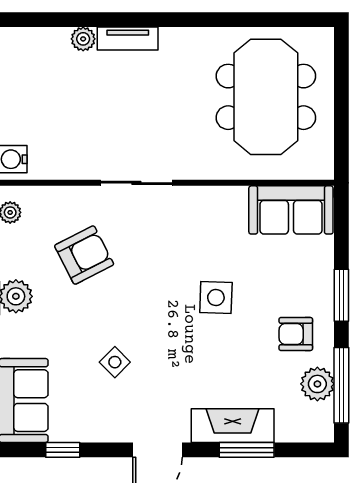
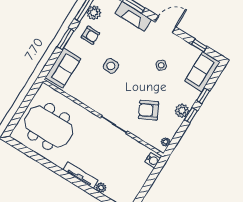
tv unit: (128, 38) -> (81, 175), width x1.41
meeting table: (266, 97) -> (49, 127), turned 90
sofa: (291, 210) -> (63, 68), moved, turned 90

